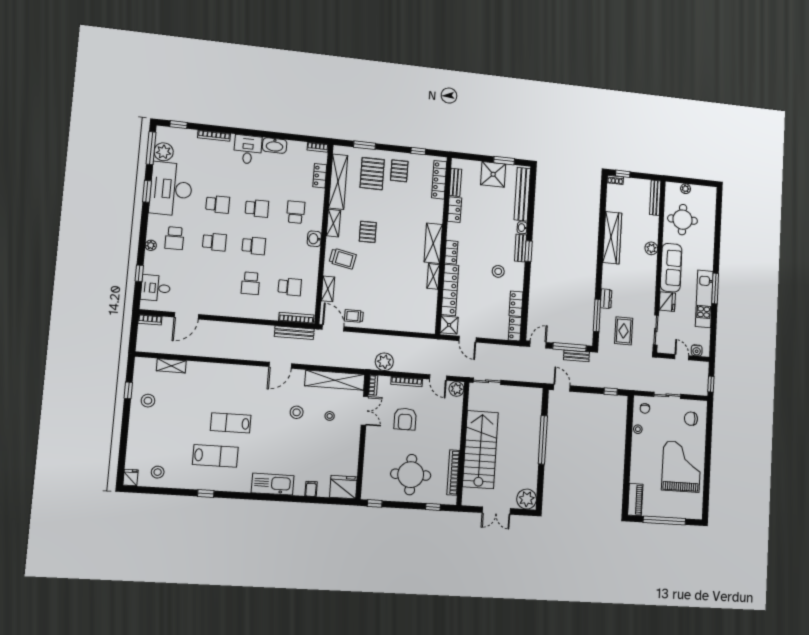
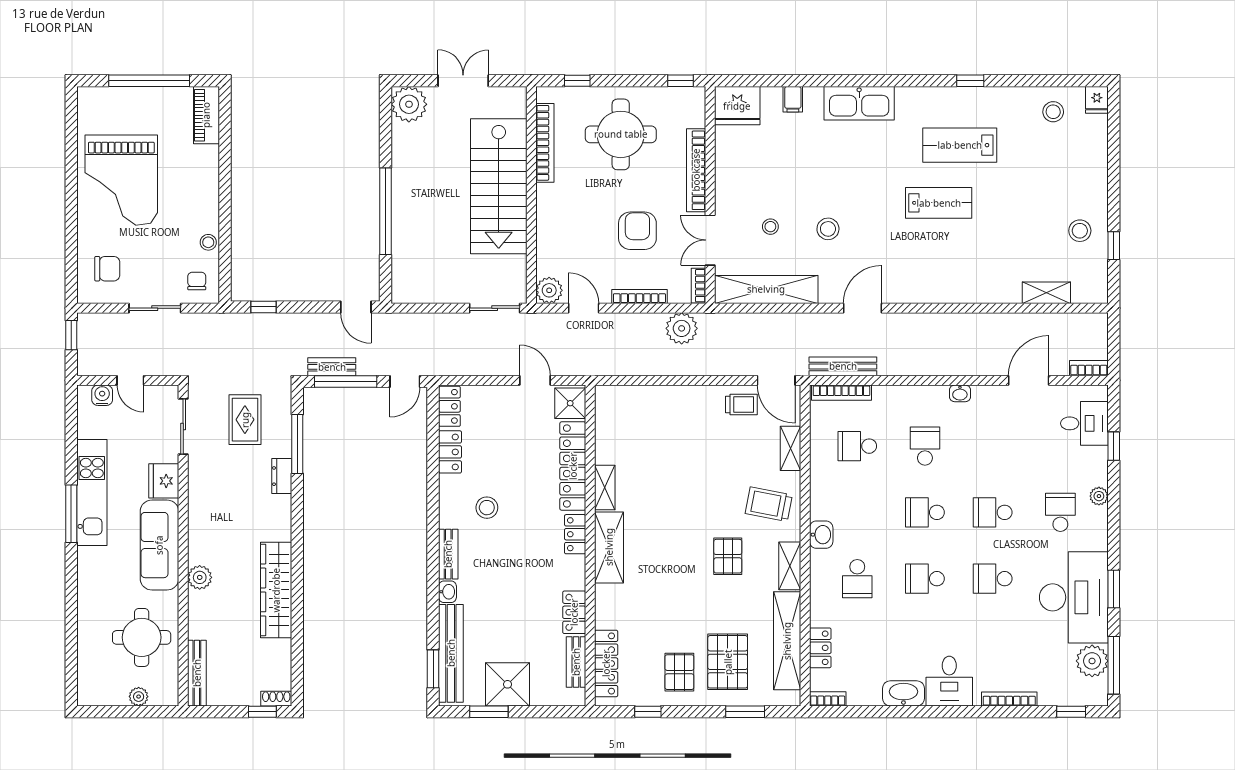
window: (528, 251) -> (433, 669), moved
washbasin: (228, 312) -> (960, 393), added
bookcase: (370, 451) -> (696, 170), added

